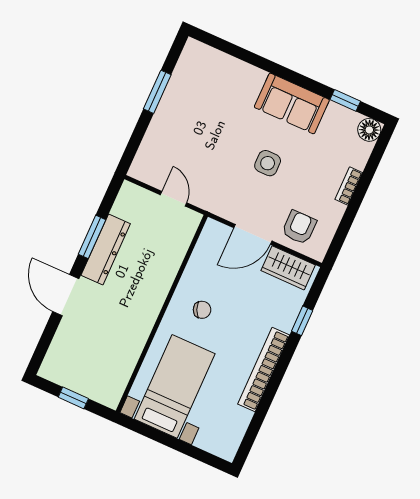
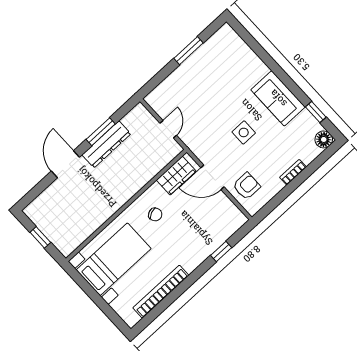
wardrobe: (288, 268) -> (176, 176), moved, turned -90
bookcase: (264, 370) -> (161, 292), moved

